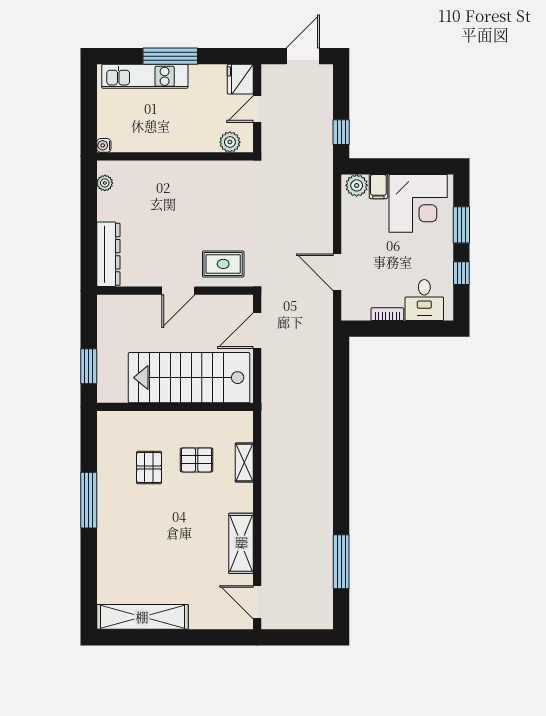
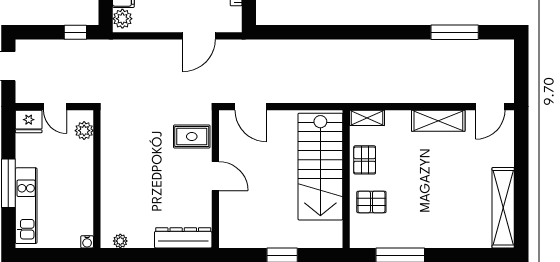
rug: (223, 264) -> (192, 136), turned 90
stairs: (189, 378) -> (320, 167), moved
wall: (175, 407) -> (346, 179), moved

